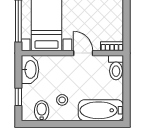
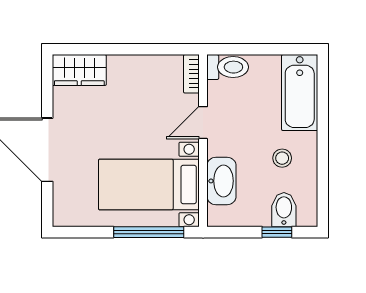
washbasin: (30, 69) -> (221, 181), moved, turned 90
bidet: (42, 111) -> (284, 210), moved, turned 90

